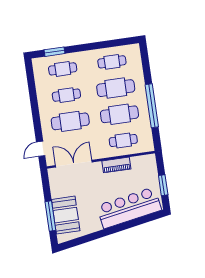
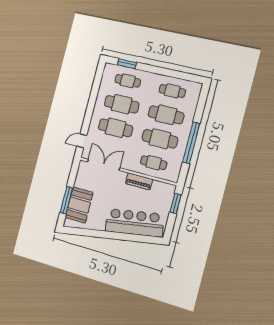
cafe table: (66, 95) -> (122, 104), width x1.37, depth x1.35
window: (163, 185) -> (176, 204), moved

